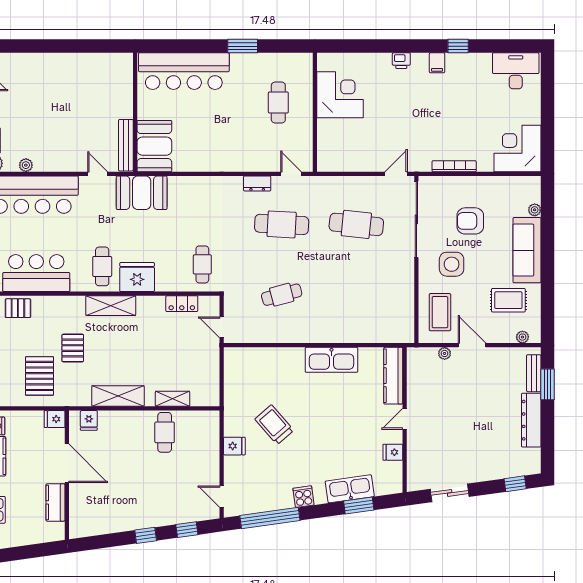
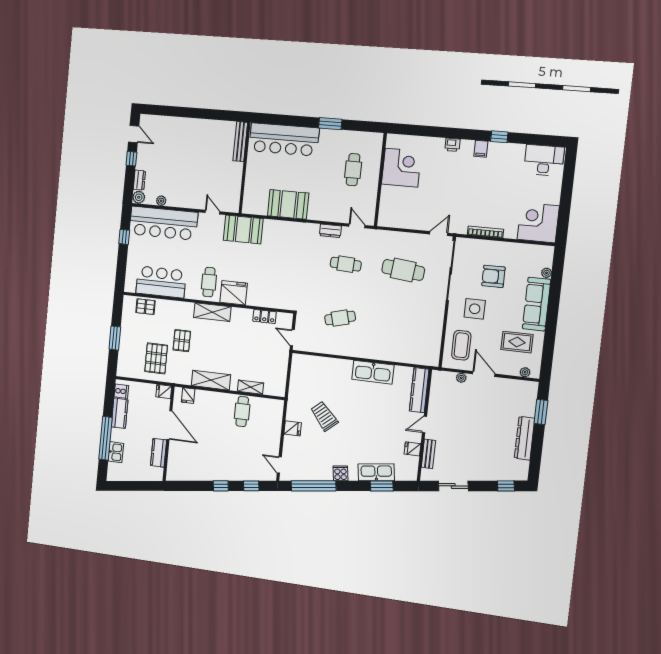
bench: (126, 145) -> (240, 142), moved
booth: (154, 146) -> (288, 204), moved, turned 90
cafe table: (282, 224) -> (346, 264), width x0.73, depth x0.74
cafe table: (202, 264) -> (283, 288), removed
bench: (534, 373) -> (428, 454), moved

